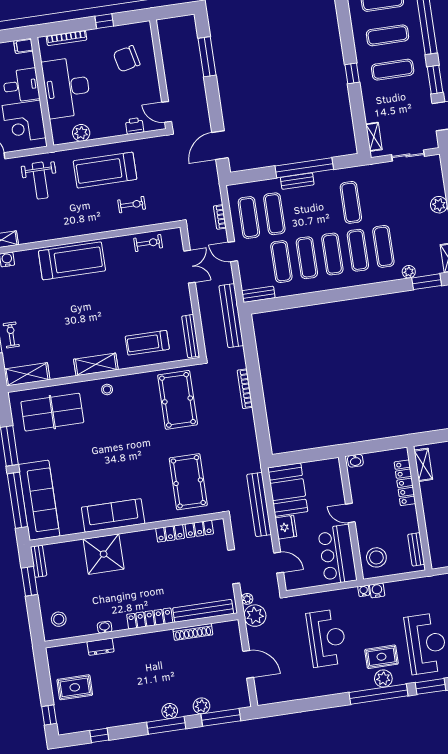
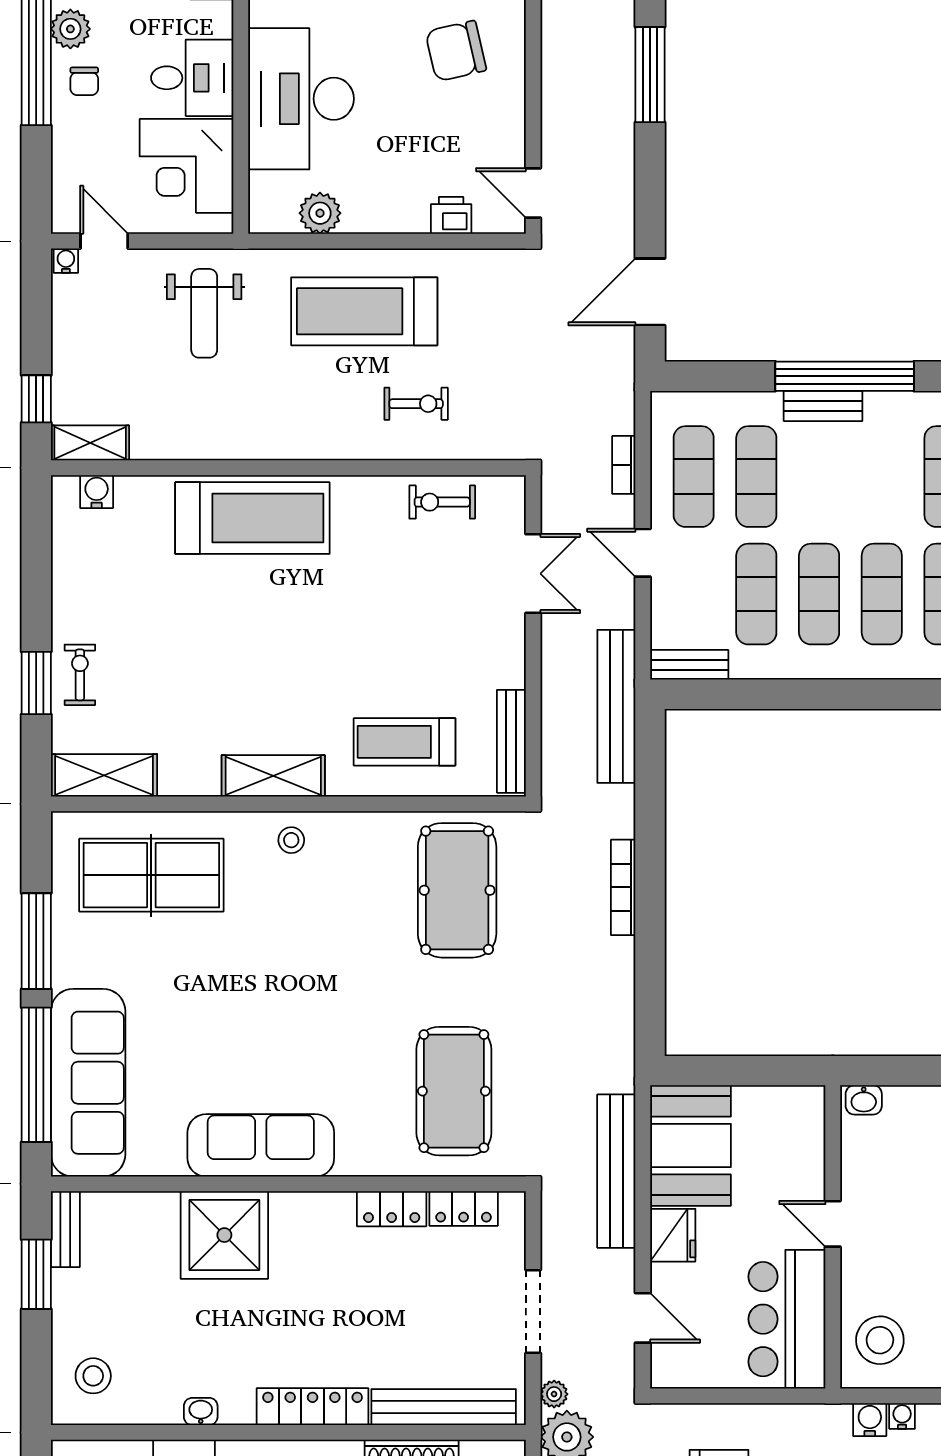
exercise bike: (148, 243) -> (442, 502), turned 180
water cooler: (364, 591) -> (902, 1416), moved

